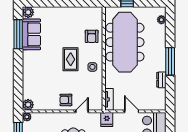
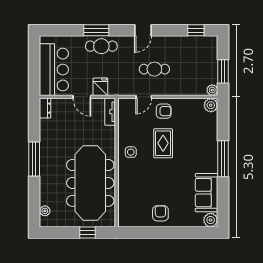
window: (18, 34) -> (223, 159), moved
armchair: (92, 36) -> (160, 213), moved
rug: (71, 59) -> (163, 143), moved
dresser: (161, 80) -> (45, 108), moved
fridge: (107, 120) -> (100, 87), moved

